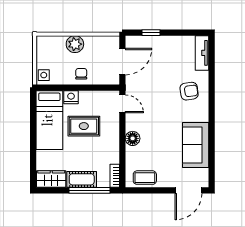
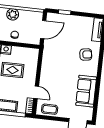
door: (122, 104) -> (36, 92), moved
floor lamp: (133, 138) -> (44, 82), removed

